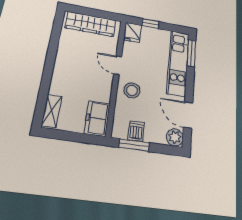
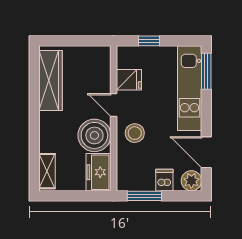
wardrobe: (91, 24) -> (51, 80), moved, turned -90
fridge: (132, 32) -> (129, 80), moved, turned -90
boiler: (98, 87) -> (94, 135), added
dishwasher: (136, 131) -> (164, 180), moved

